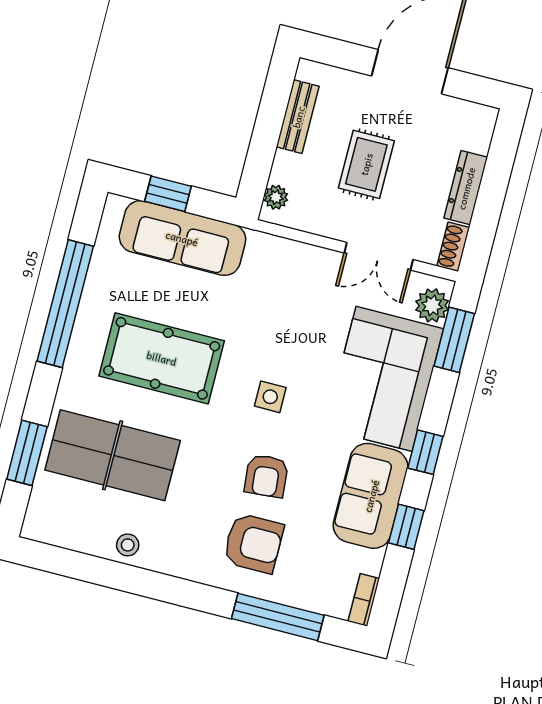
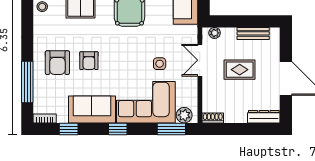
dresser: (466, 188) -> (264, 117), moved
double door: (379, 256) -> (200, 60), moved
side table: (270, 397) -> (160, 64), moved
armchair: (266, 476) -> (89, 61), turned -85
window: (406, 527) -> (69, 129), moved

